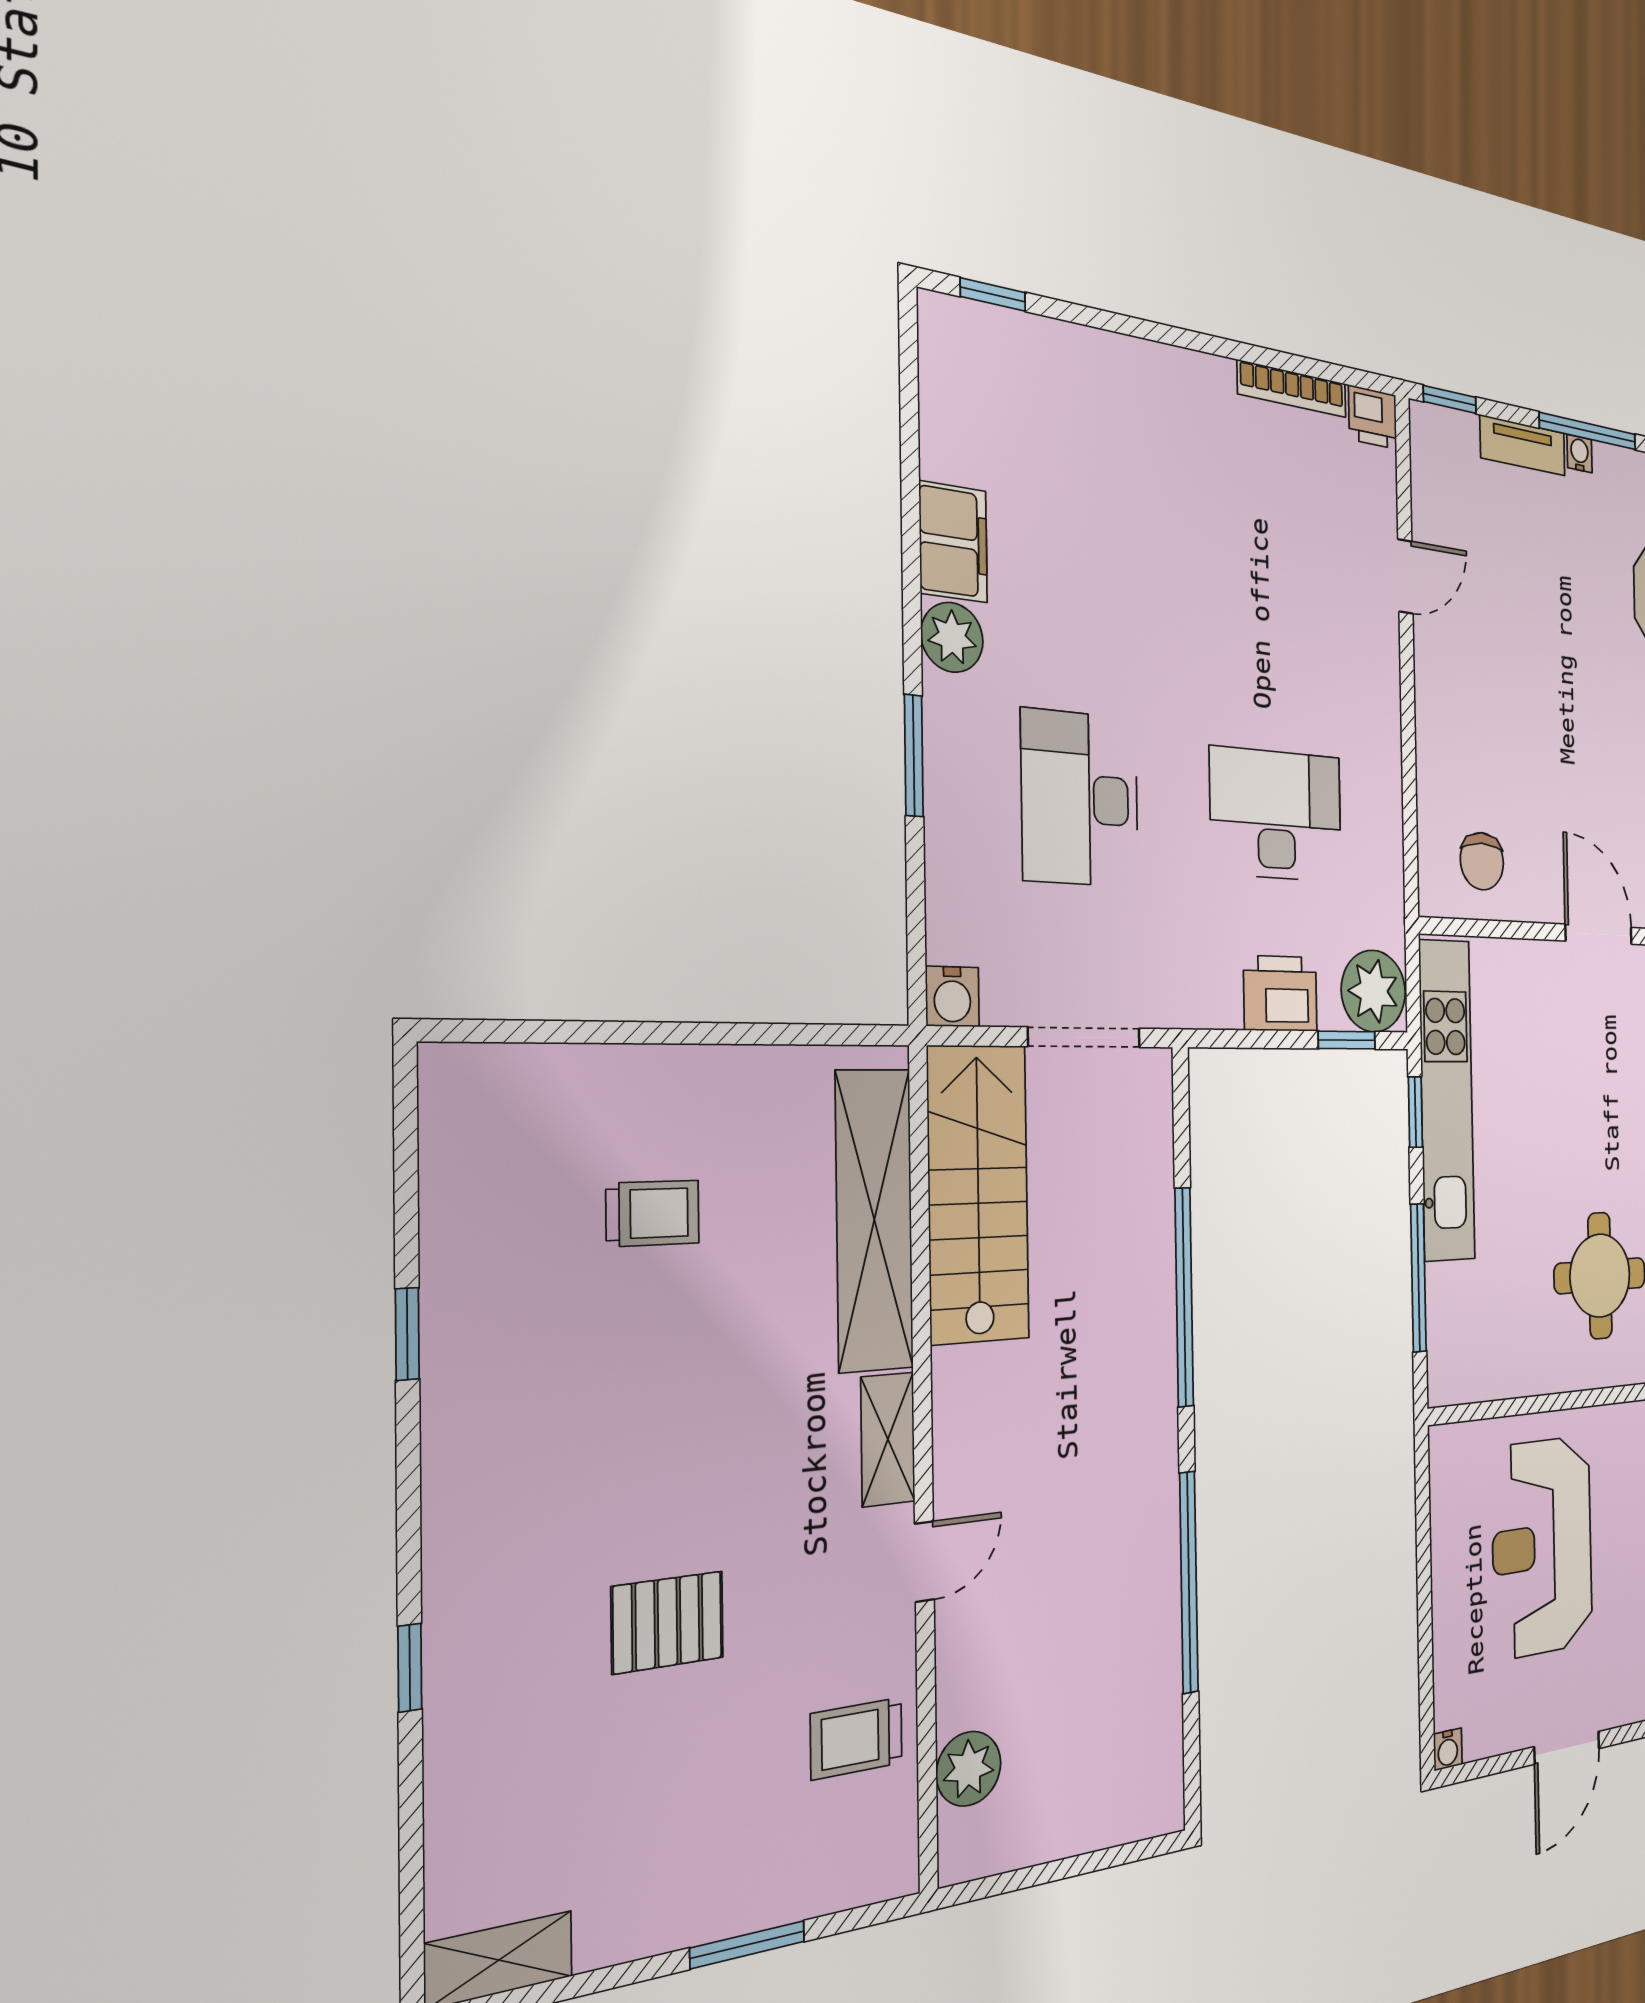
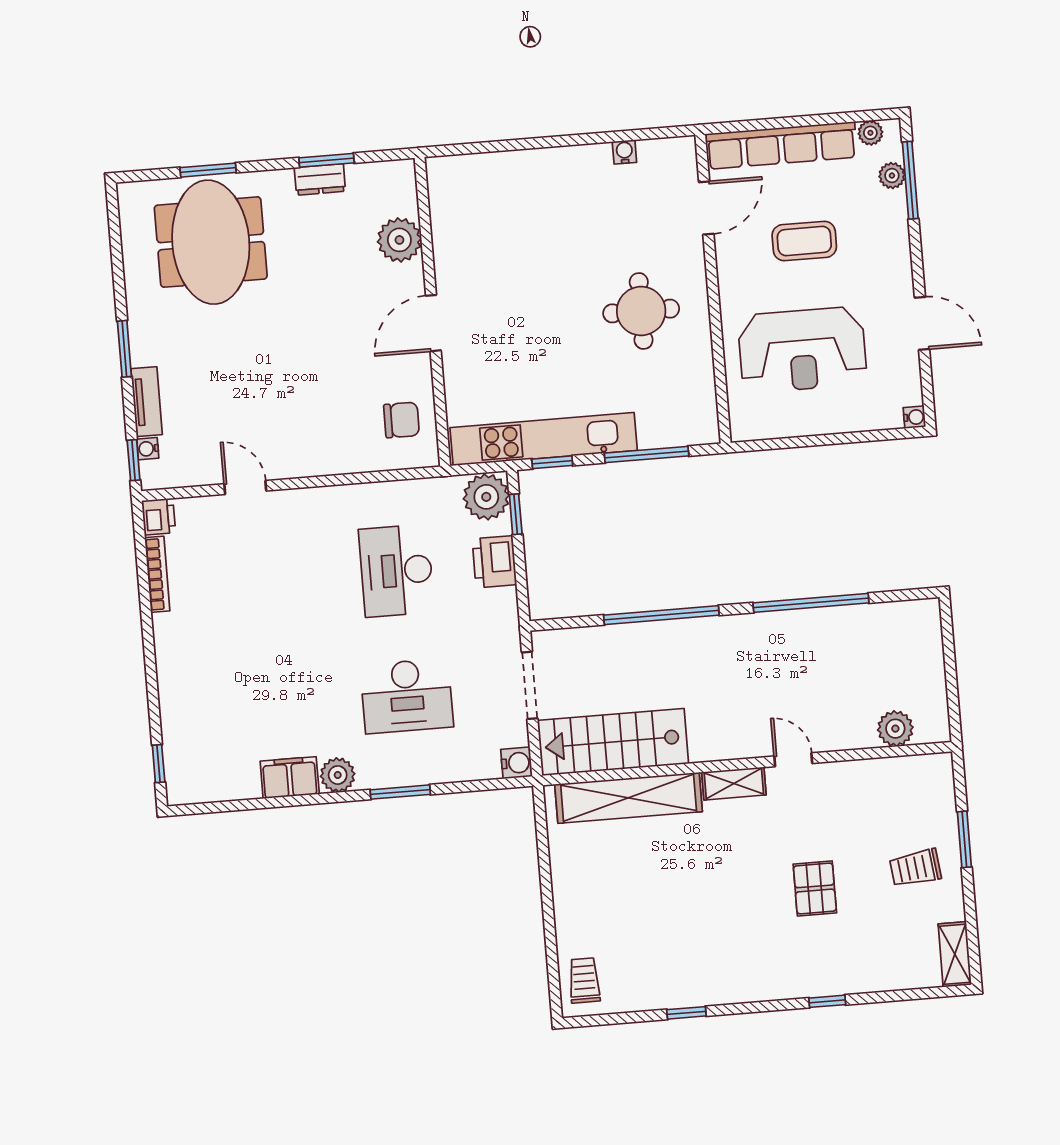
window: (1588, 431) -> (124, 349), width x0.69
water cooler: (1580, 454) -> (148, 449), moved
trolley: (653, 1213) -> (584, 980), moved
trolley: (857, 1738) -> (915, 868), moved, turned 83

